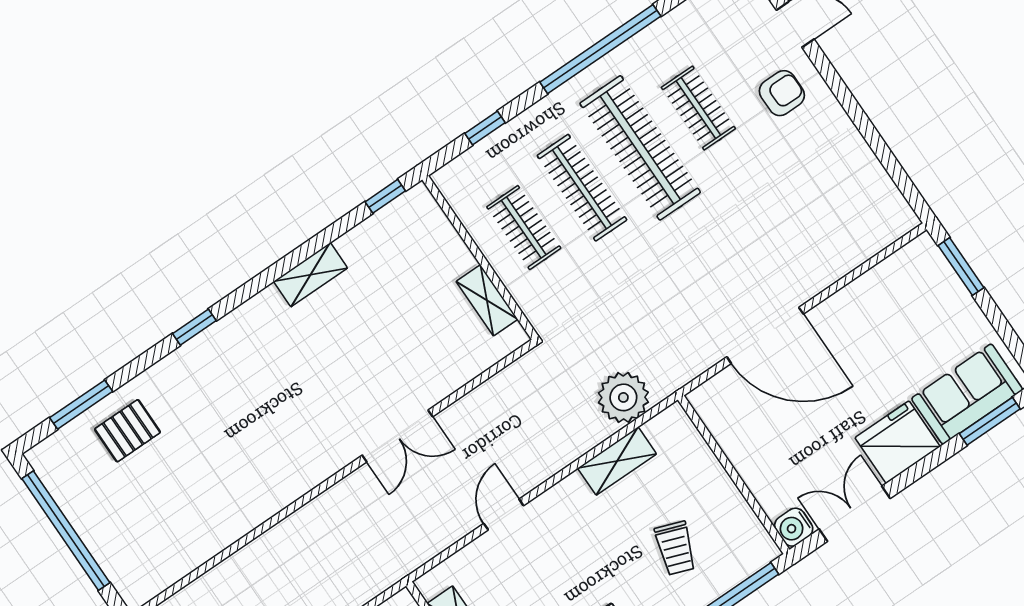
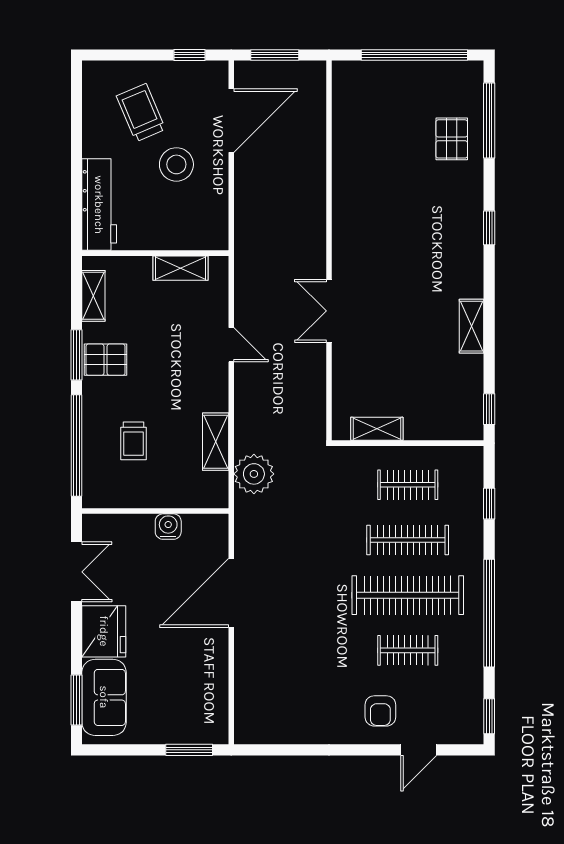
window: (81, 405) -> (489, 121), width x1.44
water cooler: (794, 527) -> (168, 527), moved
trolley: (675, 548) -> (134, 441), turned -110

